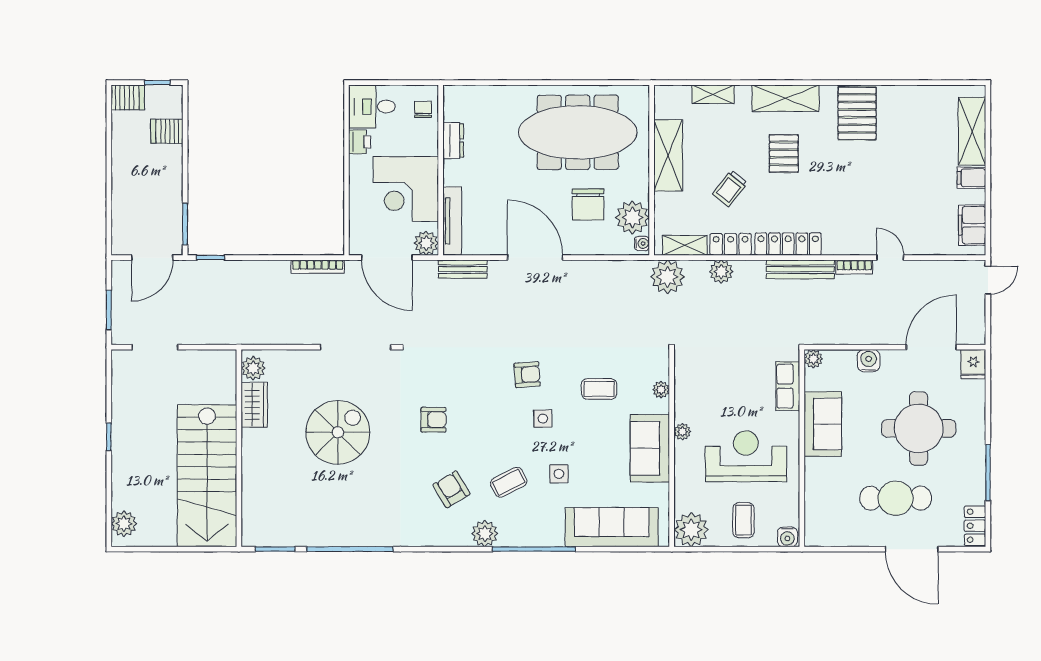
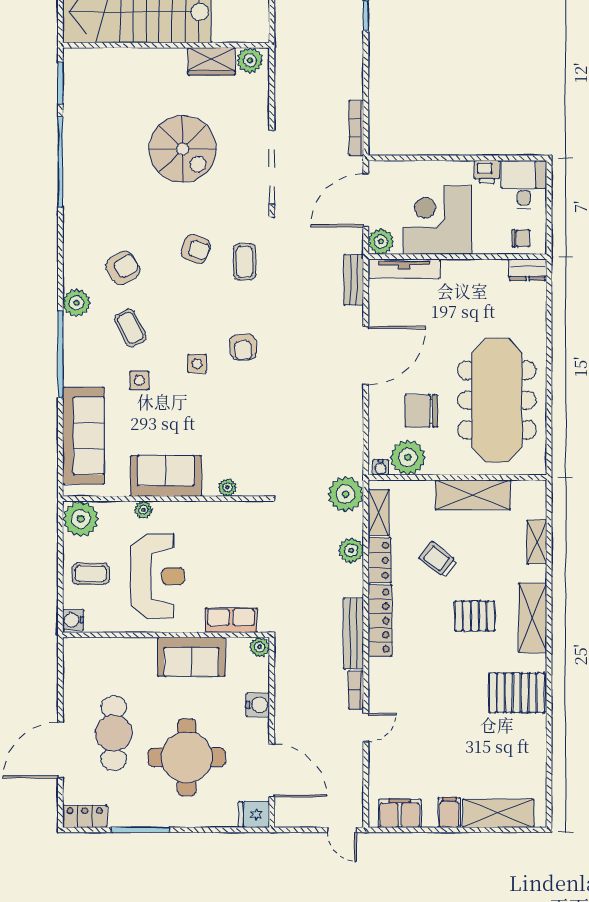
dresser: (453, 141) -> (528, 270), moved
coffee table: (599, 389) -> (245, 262), moved
armchair: (433, 420) -> (196, 249), turned -70
plant: (682, 432) -> (143, 510), moved

